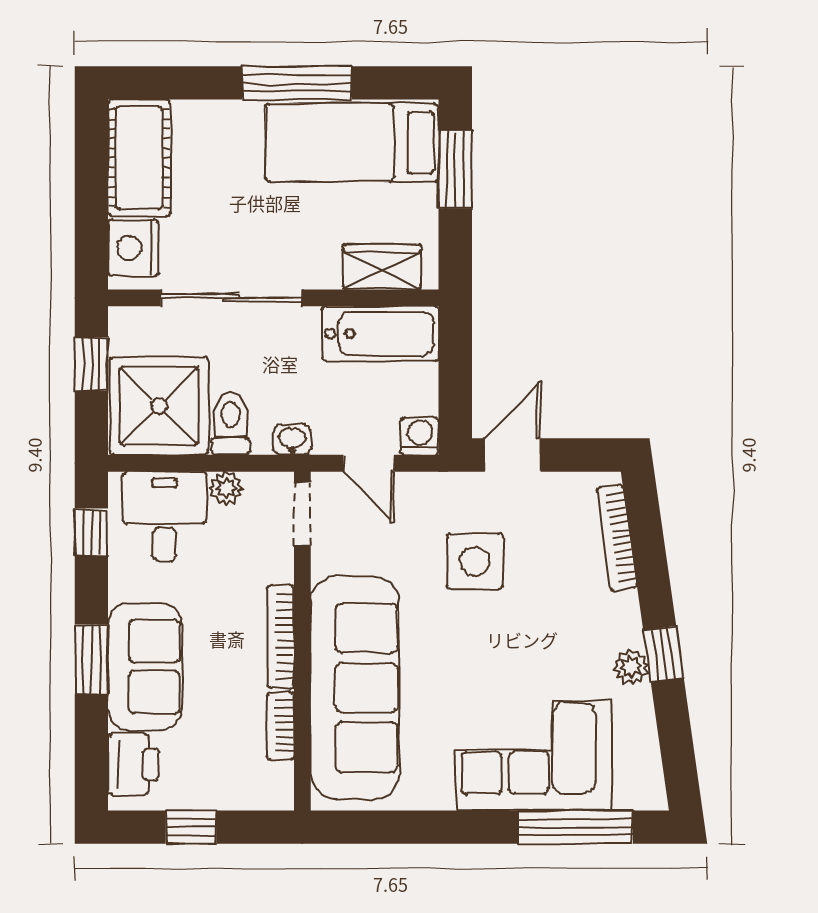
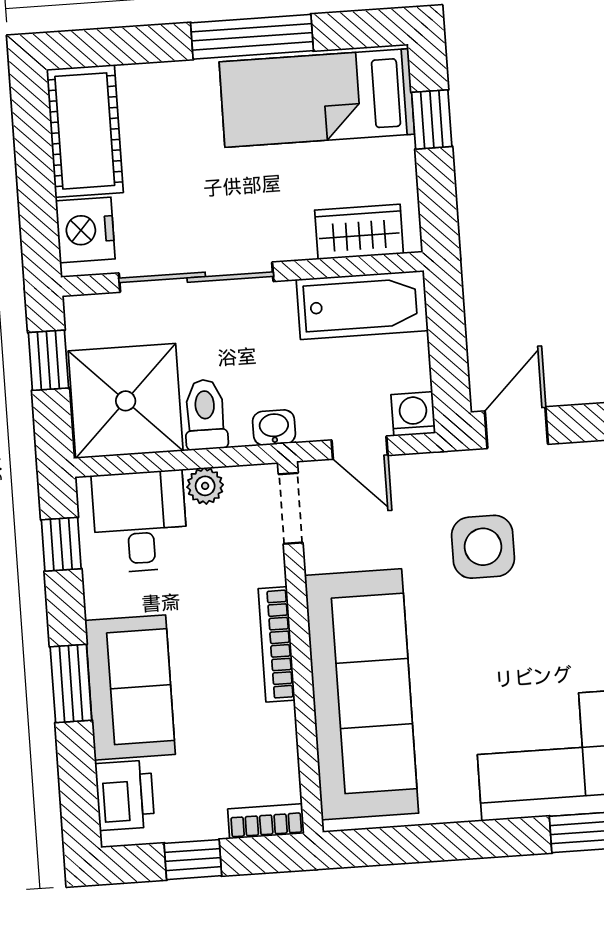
window: (455, 169) -> (432, 119), width x0.67
bookcase: (280, 726) -> (266, 821), moved, turned 90

